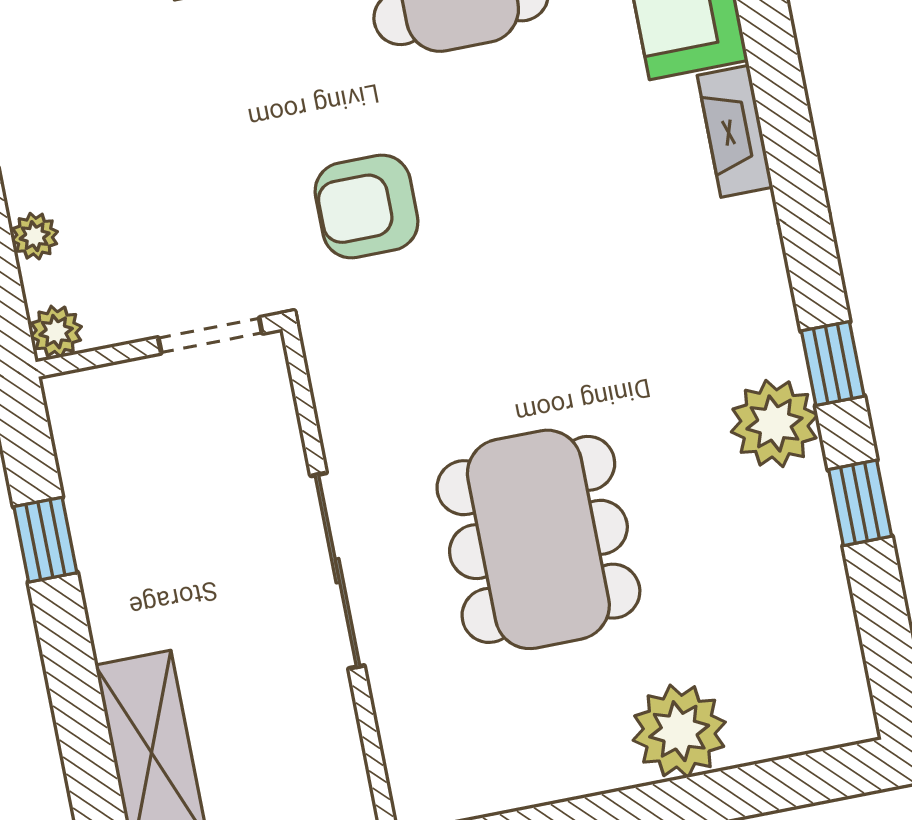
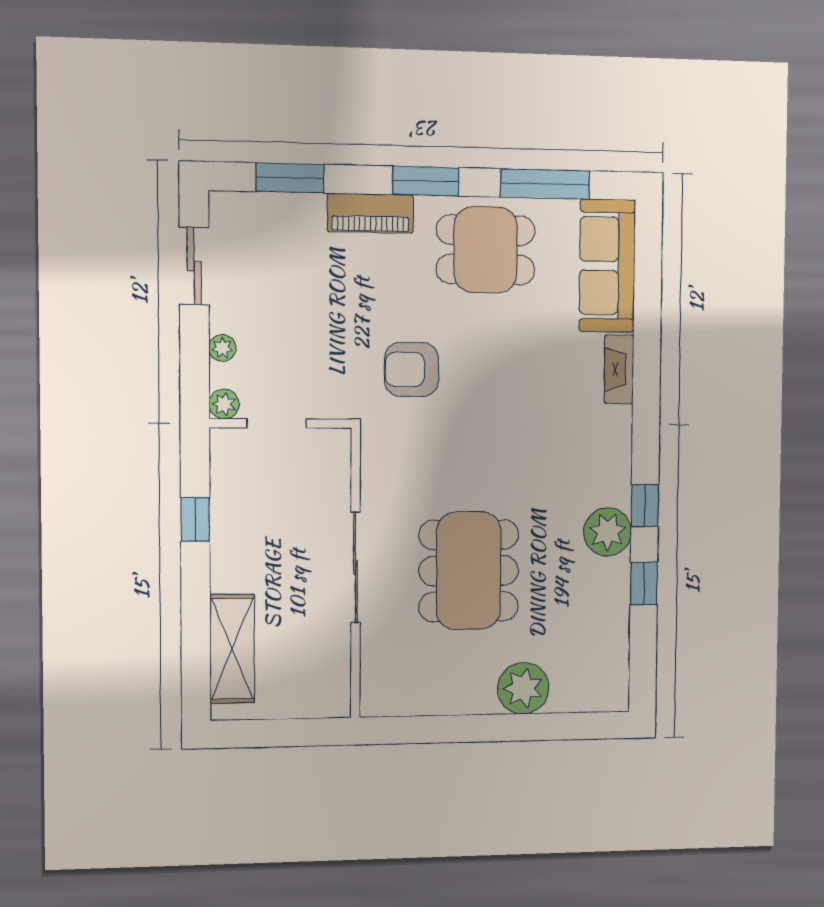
doorway: (210, 335) -> (277, 423), moved

